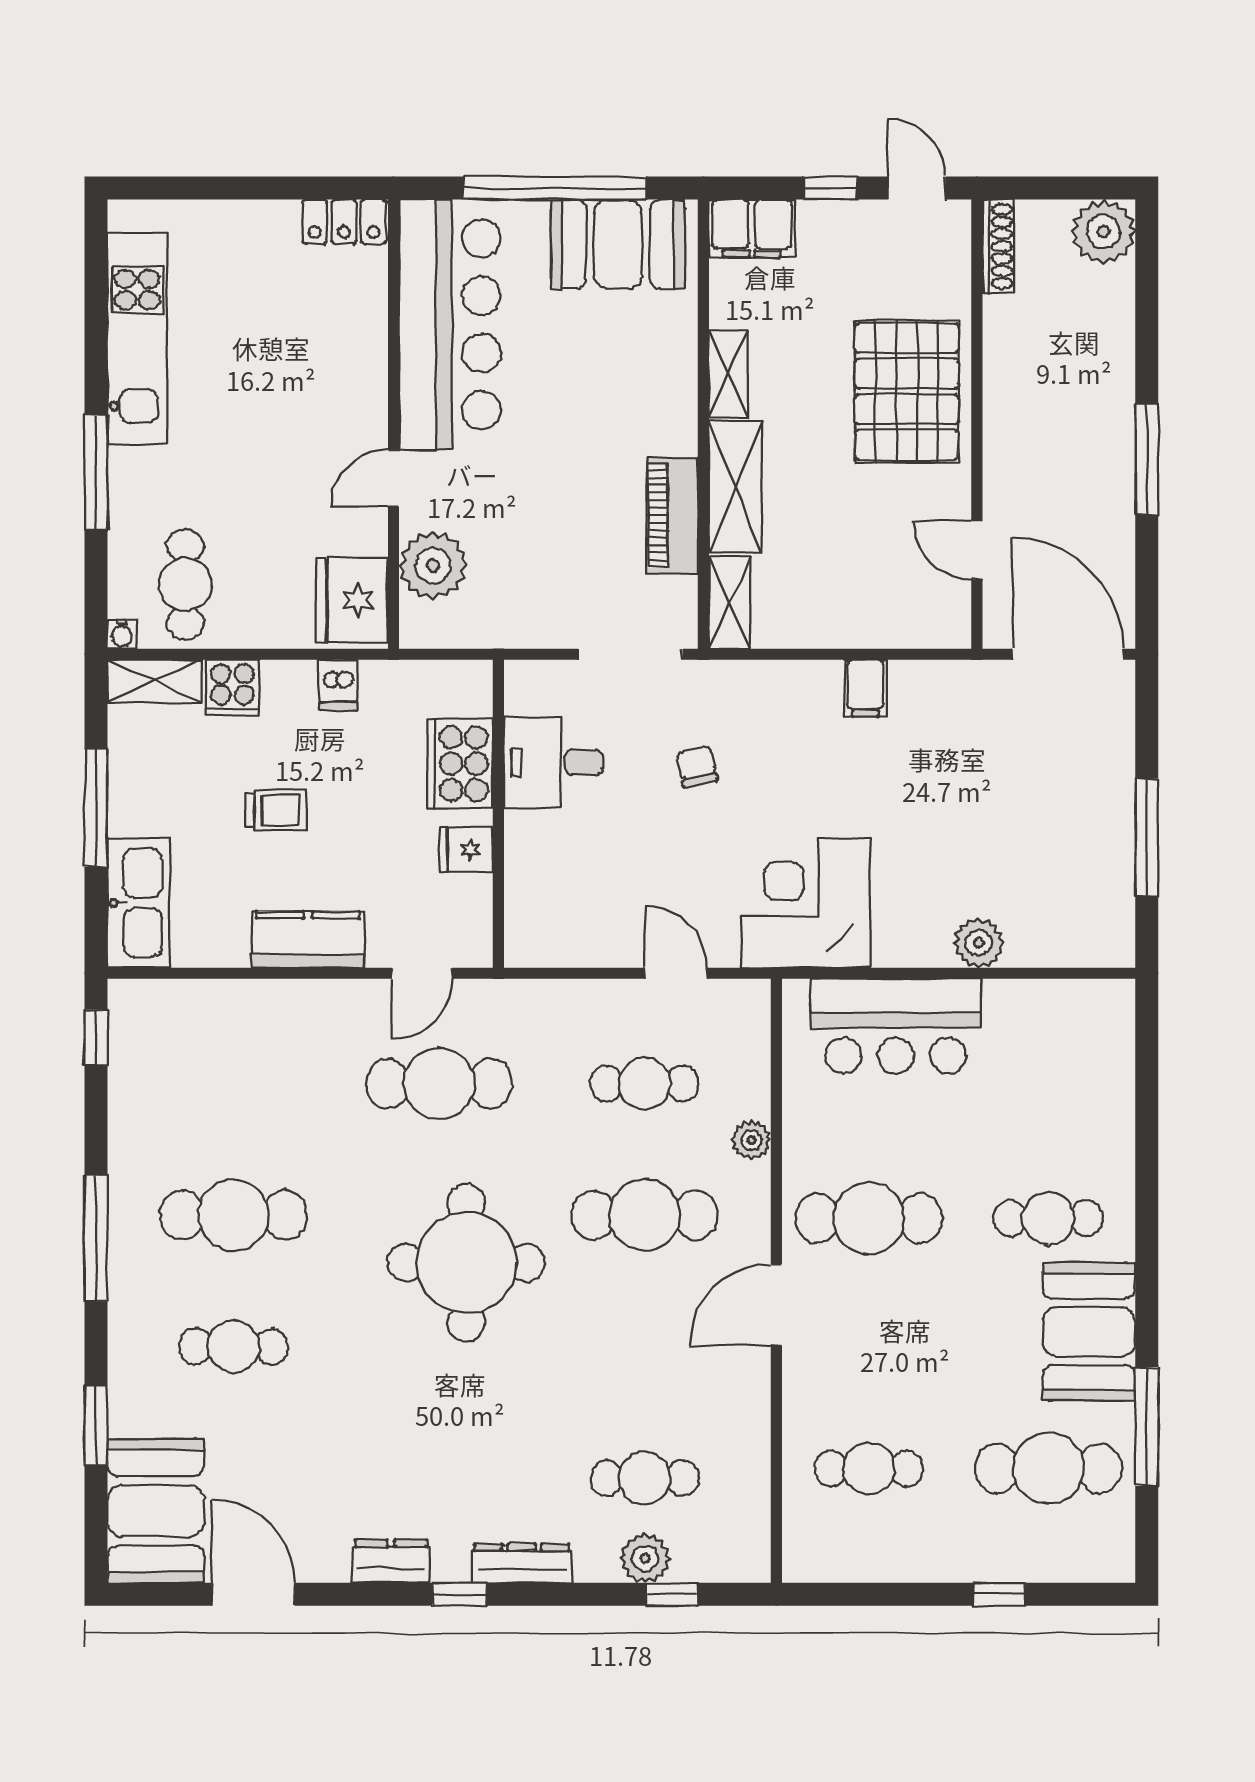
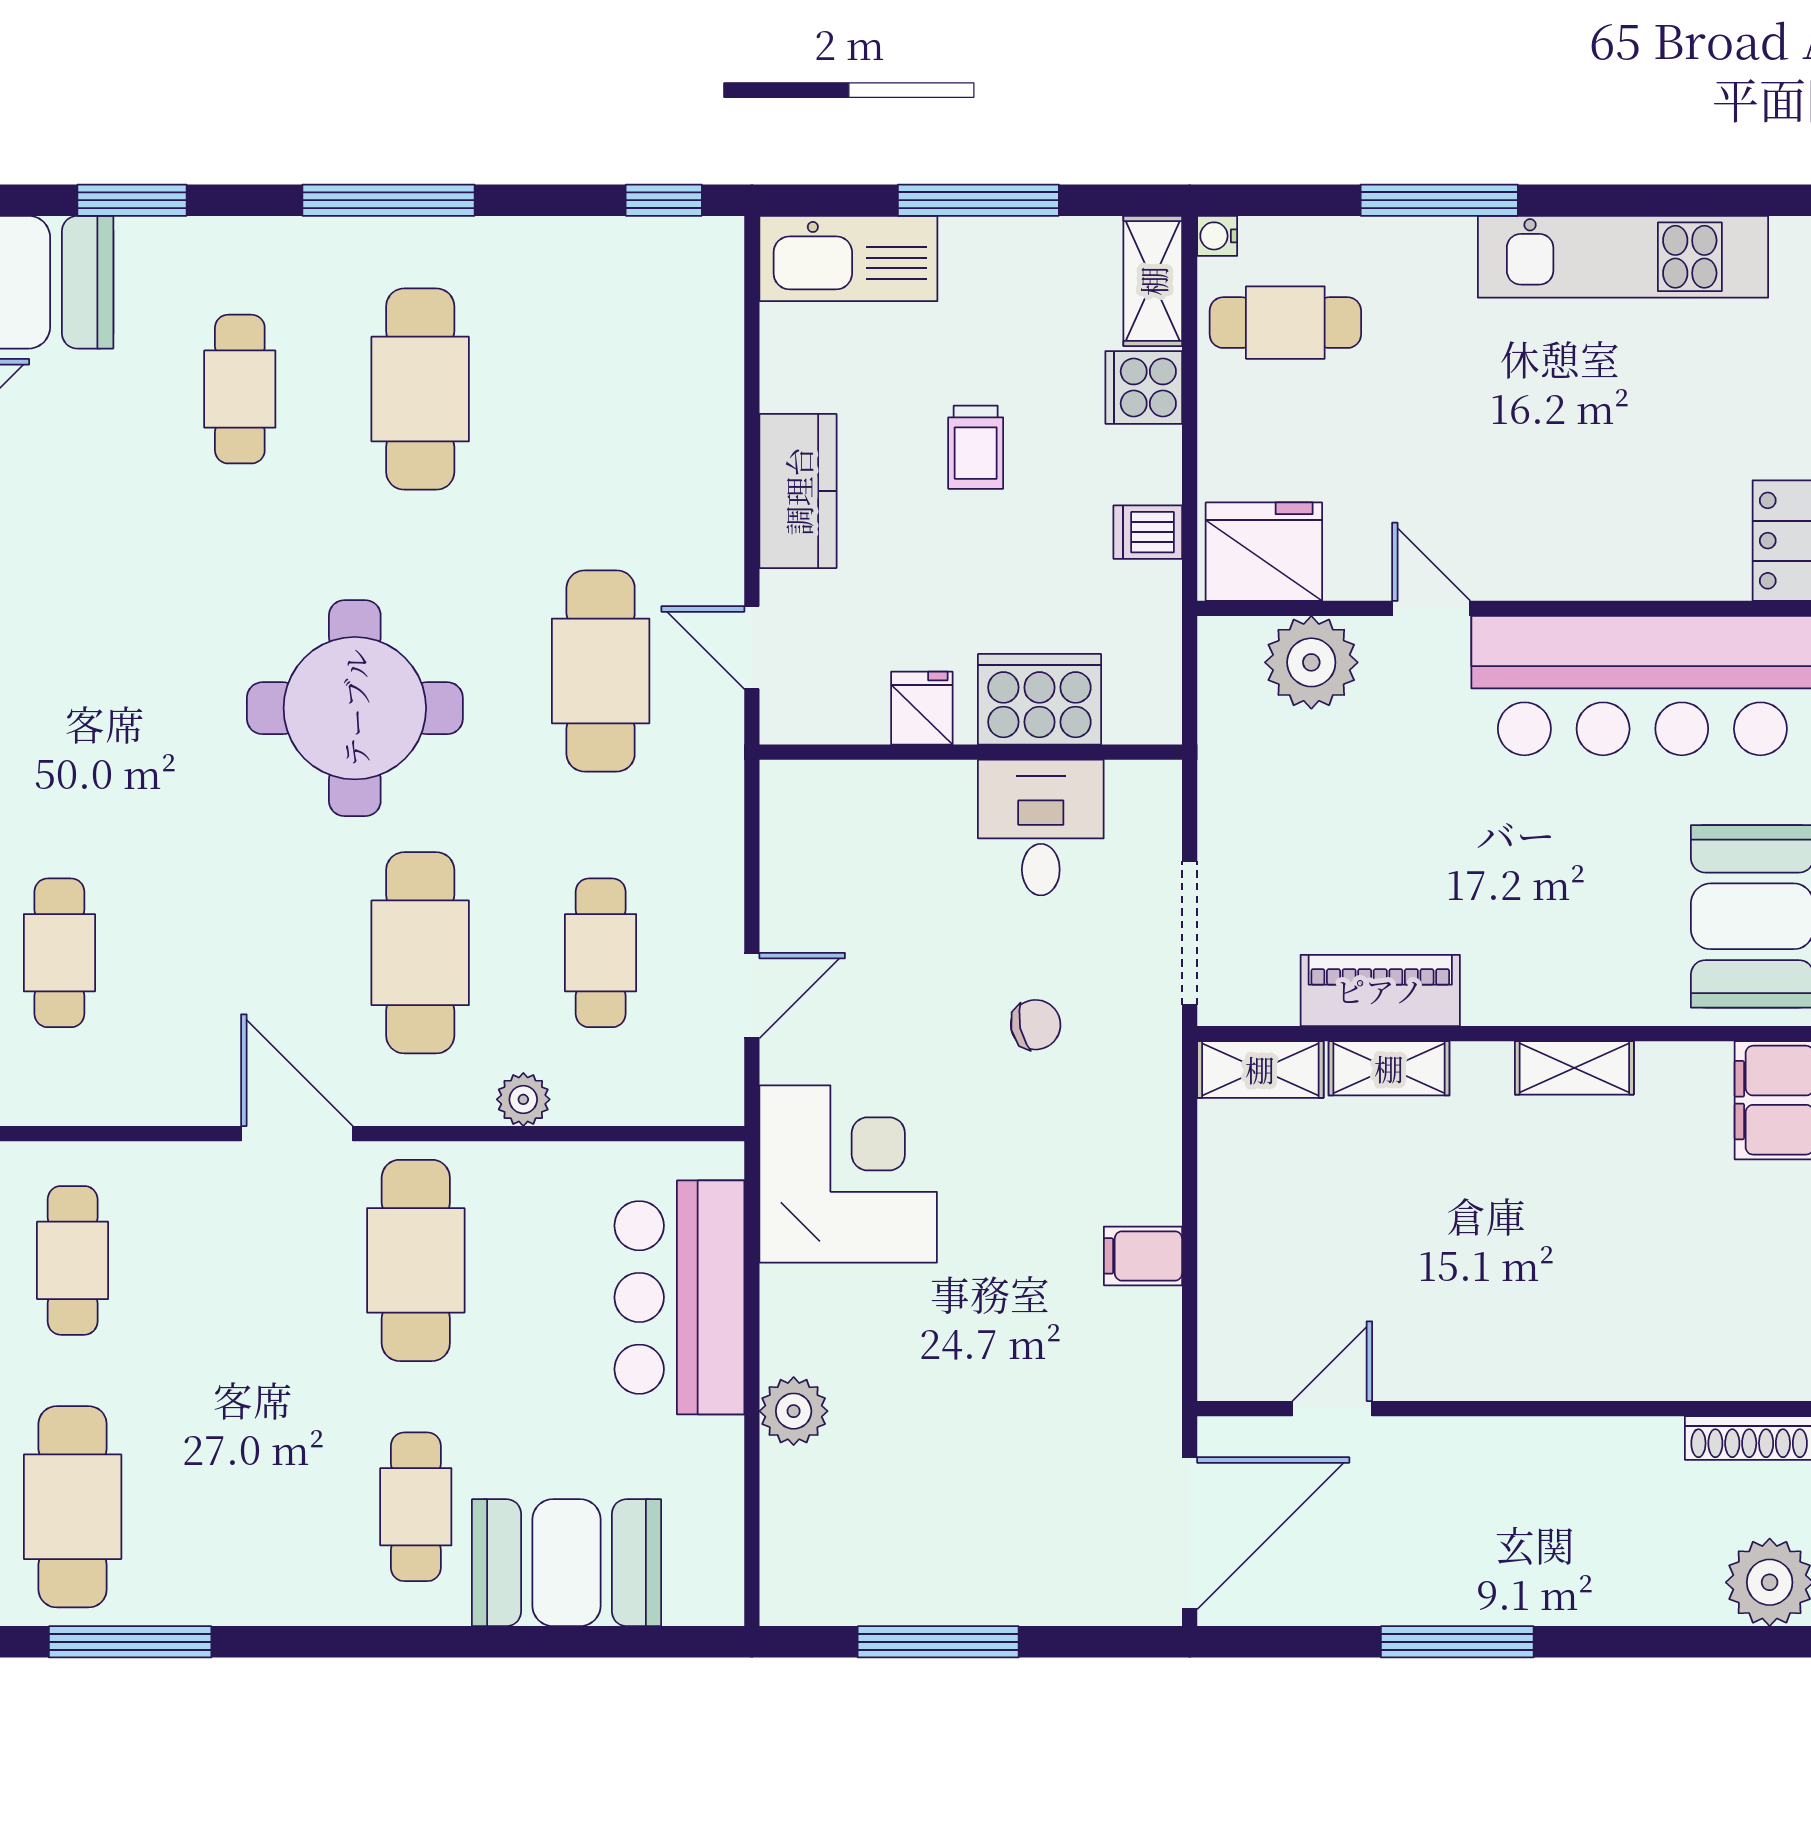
pallet: (907, 391) -> (1550, 1312), removed
shelving: (735, 487) -> (1389, 1068), width x0.67, depth x0.75
booth: (1089, 1332) -> (566, 1563), moved

